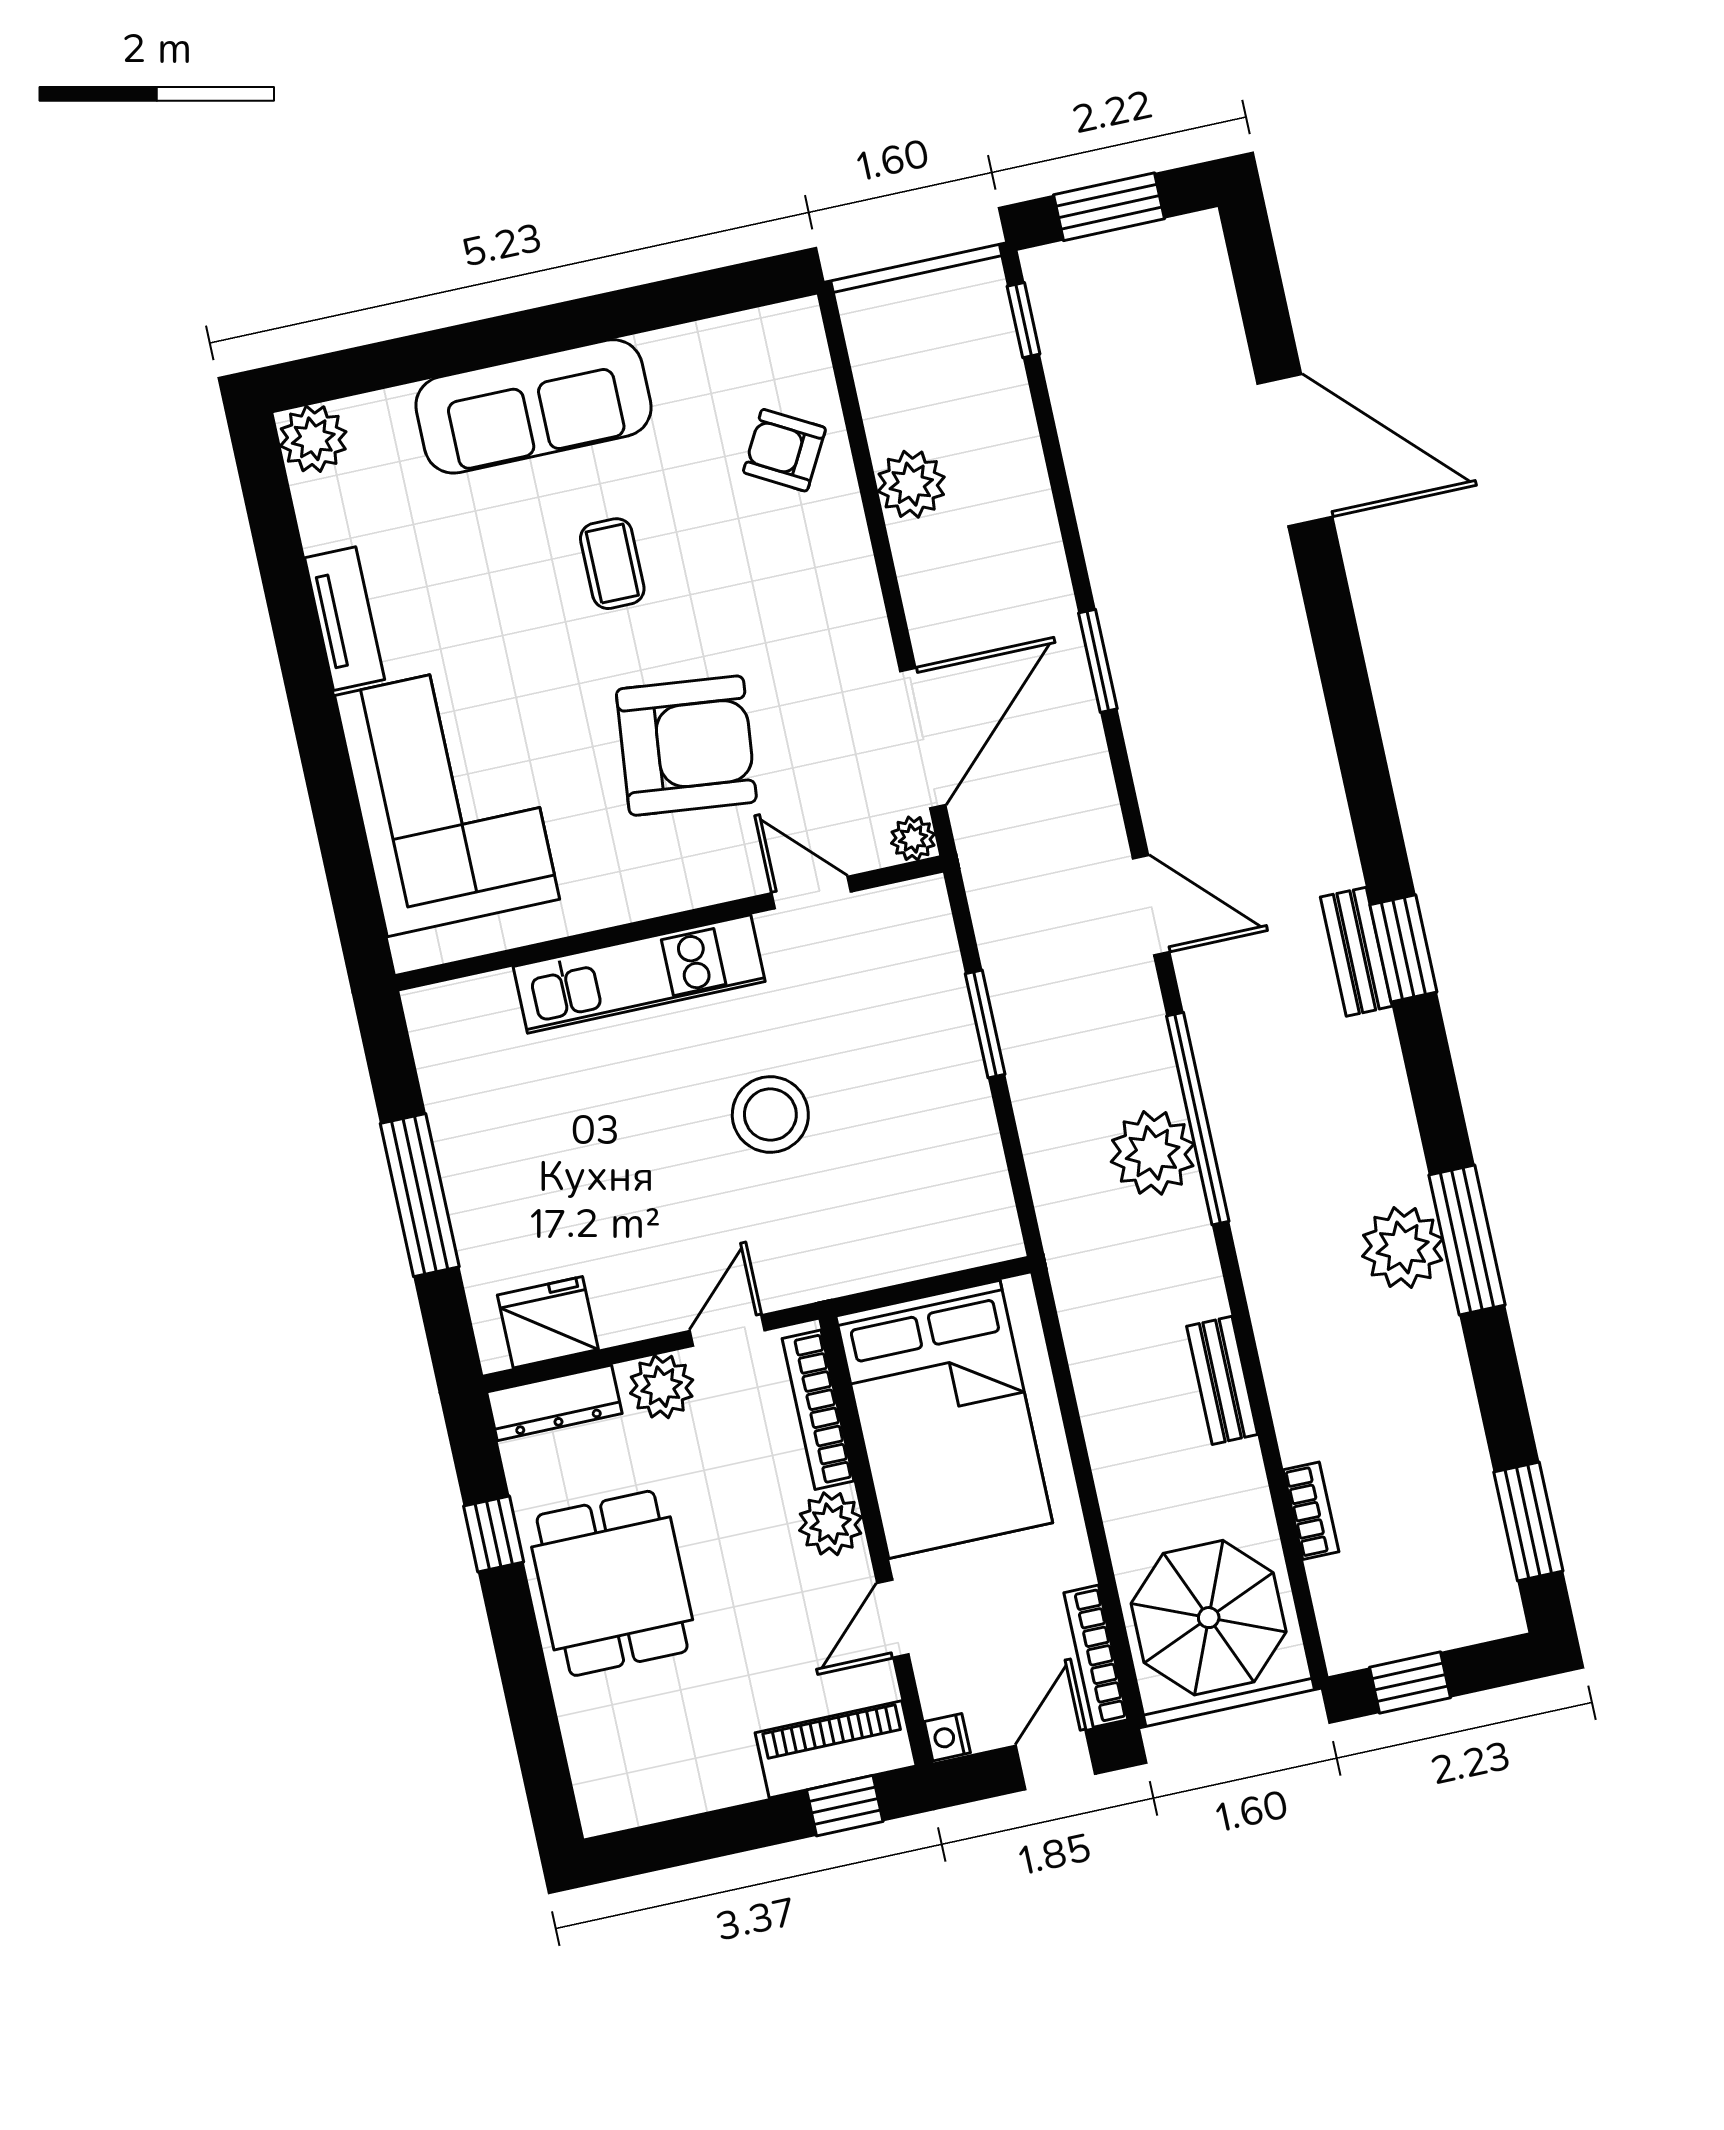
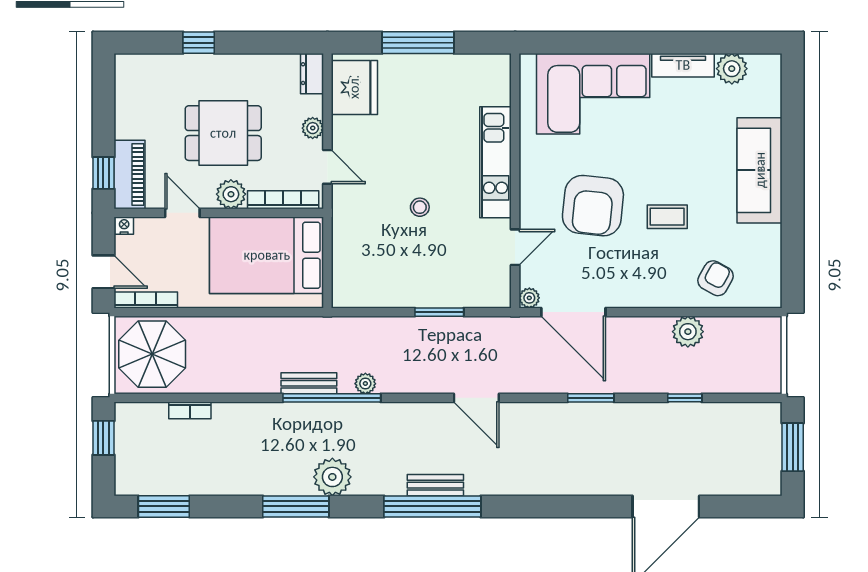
window: (1024, 320) -> (685, 398), moved
plant: (313, 439) -> (732, 69), moved
coffee table: (612, 564) -> (667, 217), moved
door: (1151, 905) -> (476, 398), hinge flipped
window: (1403, 948) -> (432, 506), width x2.11
stool: (770, 1115) -> (420, 207), width x0.53, depth x0.53
window: (1198, 1119) -> (332, 398), moved
plant: (1153, 1153) -> (365, 384), width x0.53, depth x0.53
plant: (1403, 1248) -> (332, 477), moved
fridge: (548, 1322) -> (354, 87), width x1.36, depth x1.34
bench: (1222, 1380) -> (309, 383), moved
plant: (662, 1387) -> (313, 128), width x0.73, depth x0.73
dresser: (554, 1403) -> (312, 74), width x0.70
window: (494, 1534) -> (199, 43), moved
dining table: (612, 1583) -> (223, 133), moved

